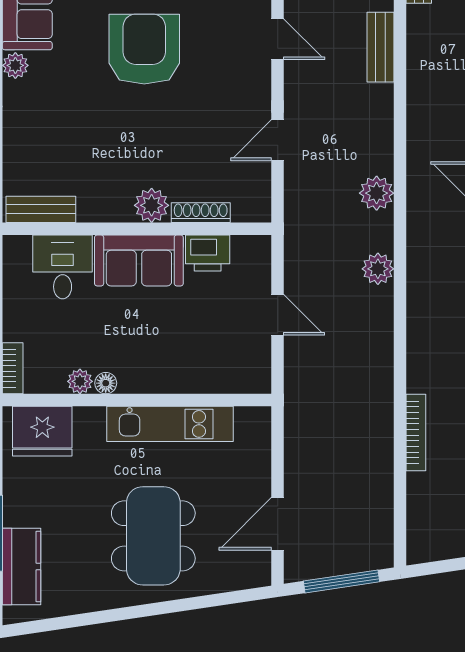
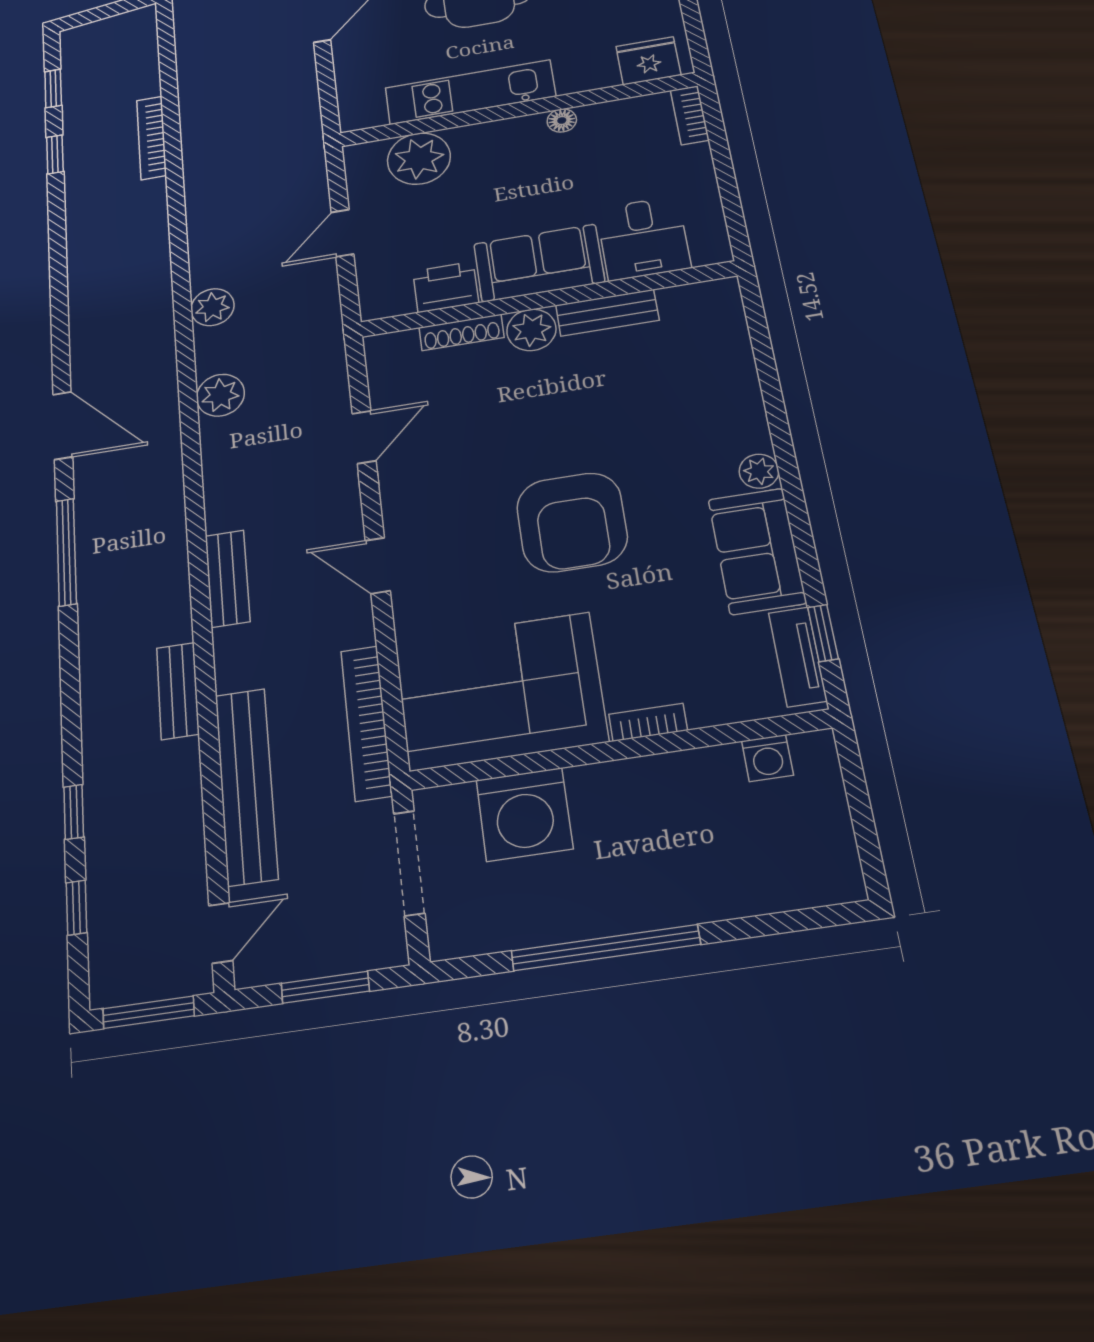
bench: (41, 209) -> (607, 313), moved
door: (278, 315) -> (342, 233), hinge flipped
plant: (80, 381) -> (419, 159), moved, width x1.87, depth x1.87
fridge: (42, 431) -> (648, 61), width x0.73, depth x0.75

